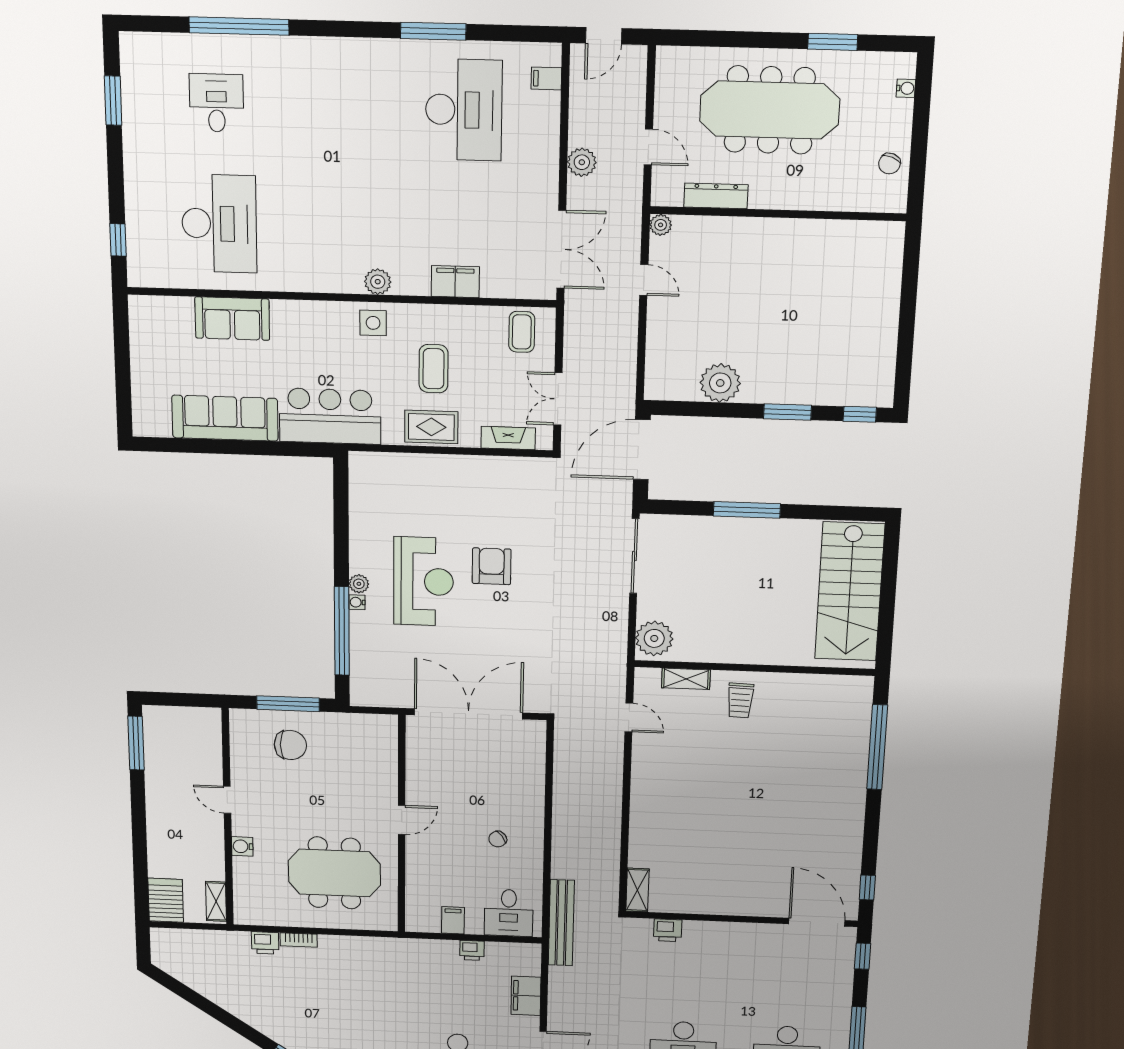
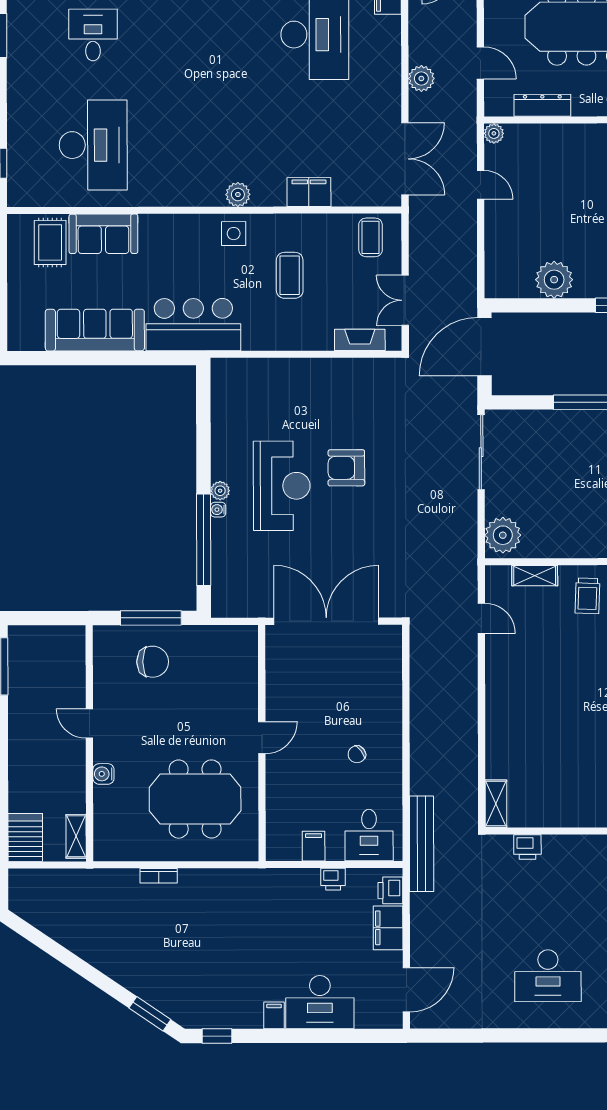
rug: (431, 427) -> (50, 242), moved, turned 90
armchair: (492, 566) -> (346, 468), turned -90
printer: (265, 943) -> (390, 890), moved, turned 90

